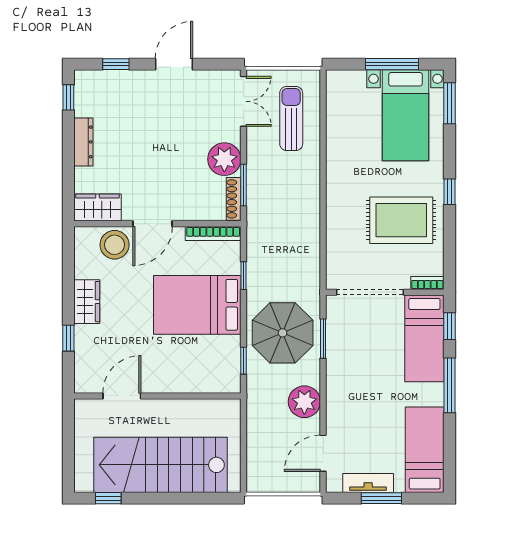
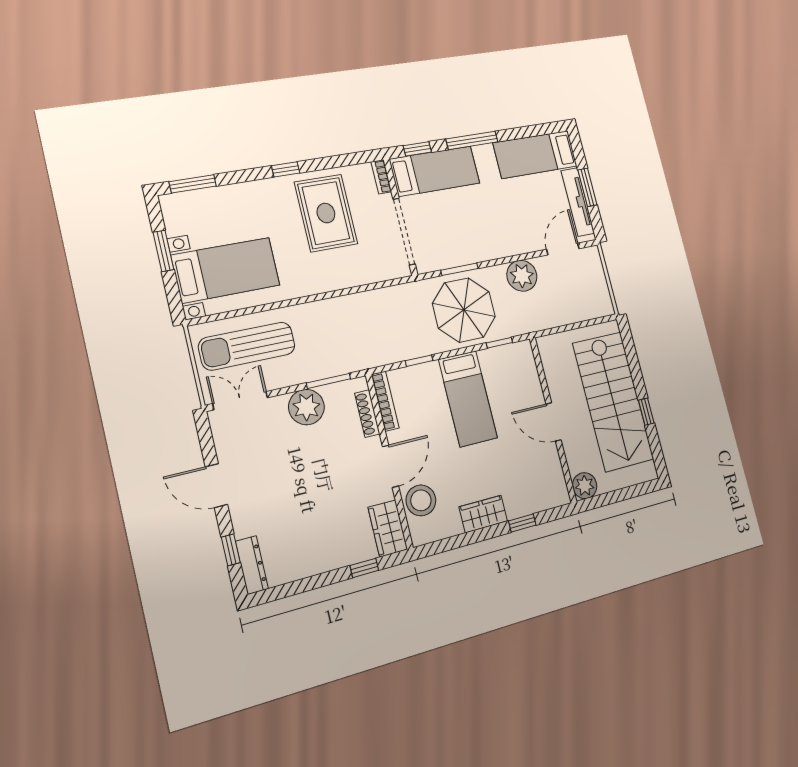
window: (392, 64) -> (163, 251), width x0.69
window: (68, 97) -> (364, 568), moved
bed with nightstands: (405, 115) -> (226, 270), moved
sun lounger: (291, 118) -> (247, 346), width x1.36, depth x1.34
dresser: (83, 142) -> (252, 565), moved, turned 90
shoe rack: (234, 199) -> (367, 414), moved, turned 90
door: (153, 224) -> (390, 466), hinge flipped
bed: (197, 305) -> (468, 399), width x0.67
door: (122, 396) -> (554, 422), moved
plant: (87, 411) -> (585, 486), added
door: (323, 453) -> (563, 249), swing flipped
tv unit: (368, 483) -> (578, 202), width x1.41
window: (108, 498) -> (646, 412), moved

